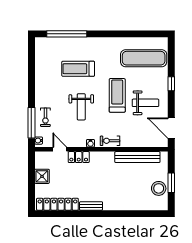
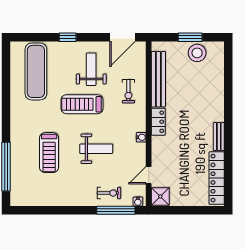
exercise bike: (110, 141) -> (128, 91), moved
locker: (79, 157) -> (158, 122), moved
shower: (42, 176) -> (160, 196), moved

